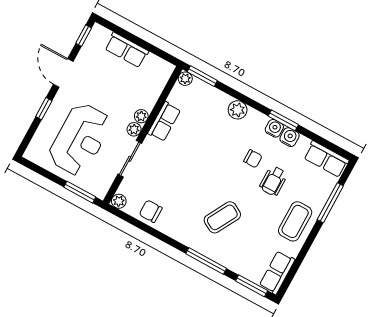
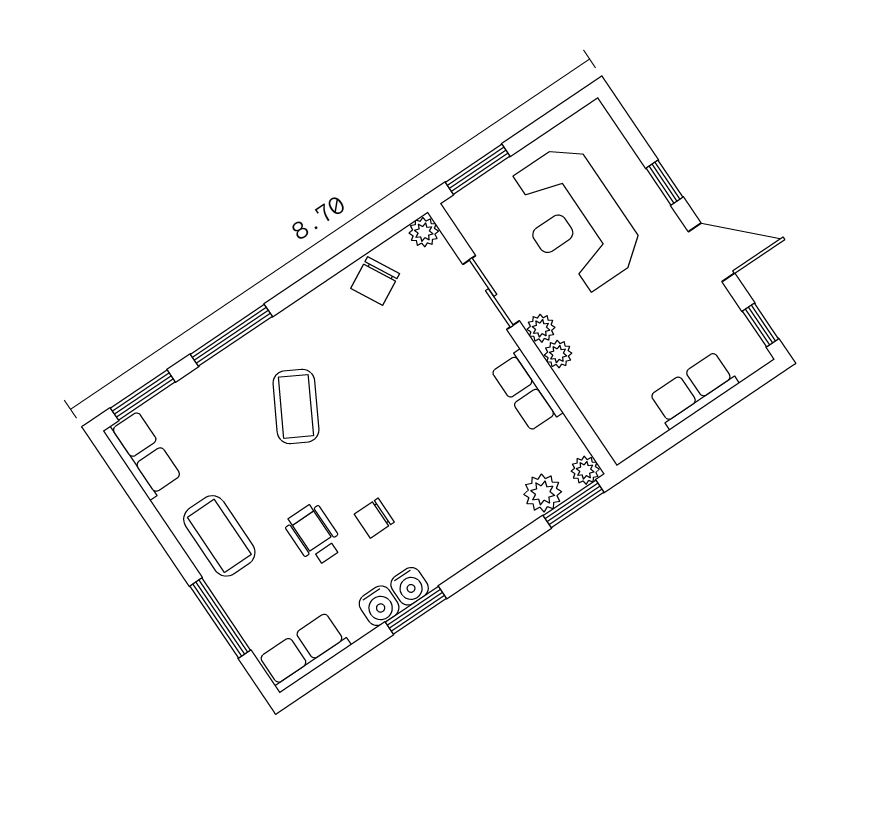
plant: (238, 110) -> (543, 493), moved
chair: (151, 211) -> (375, 281), turned 152

